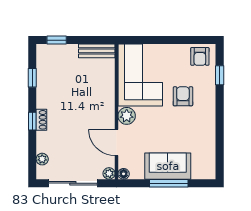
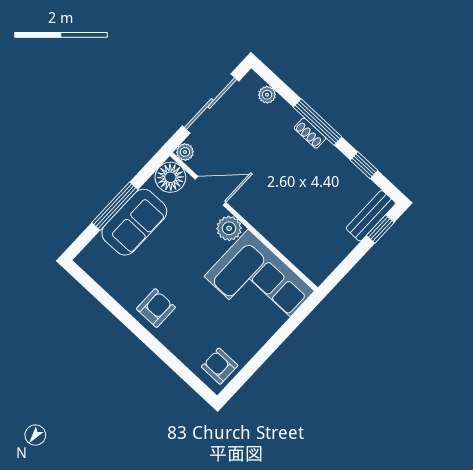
bench: (97, 51) -> (371, 216), moved
window: (220, 75) -> (180, 368), removed
armchair: (183, 96) -> (156, 308), moved, turned -90
window: (32, 121) -> (318, 122), width x2.17
floor lamp: (124, 174) -> (170, 177), width x1.89, depth x1.89

